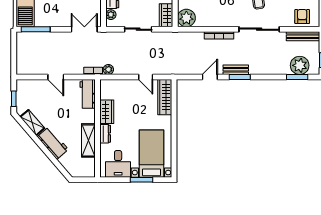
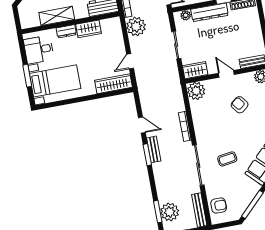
plant: (108, 69) -> (136, 26), width x1.88, depth x1.88

